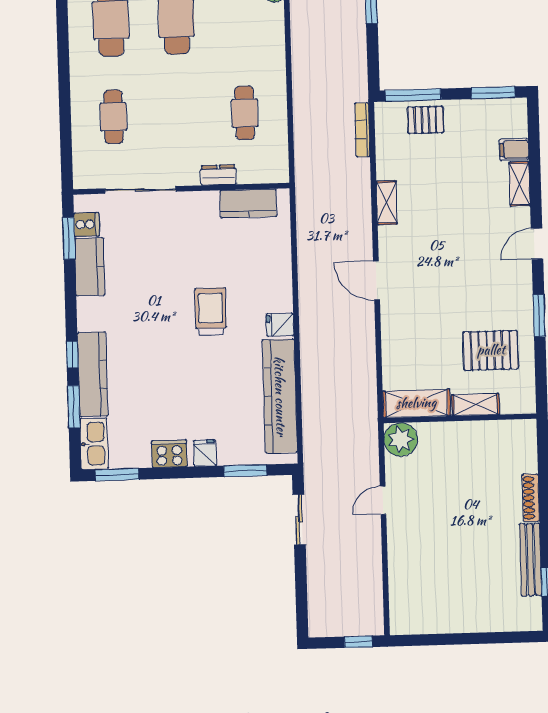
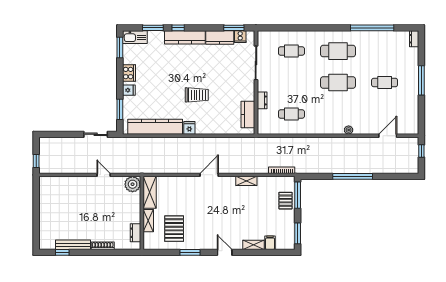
kitchen counter: (93, 374) -> (185, 37), moved
dresser: (502, 430) -> (135, 233), added

